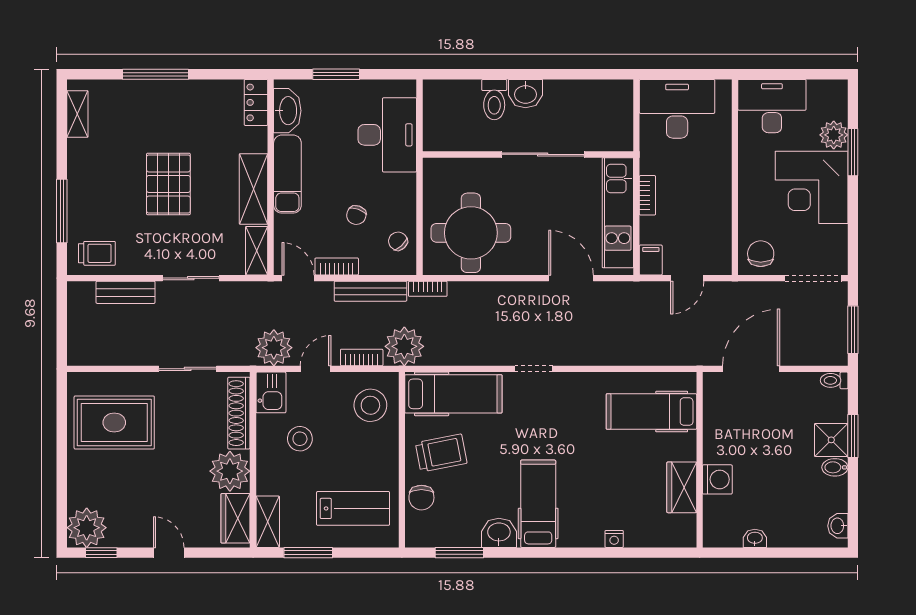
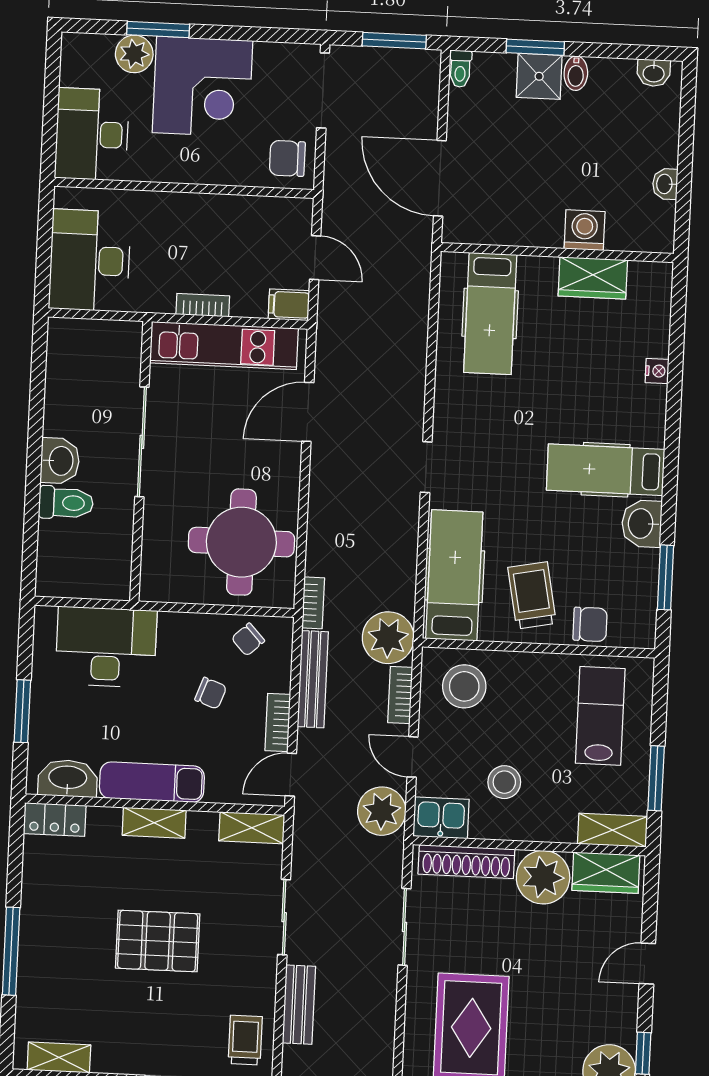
shelving: (253, 189) -> (154, 823), width x0.67, depth x0.75

